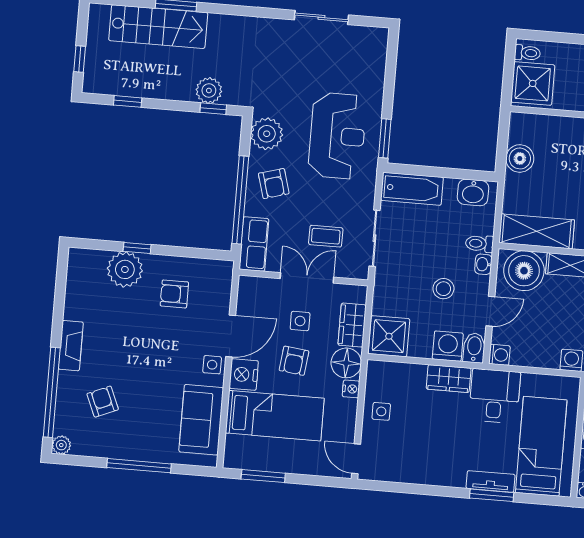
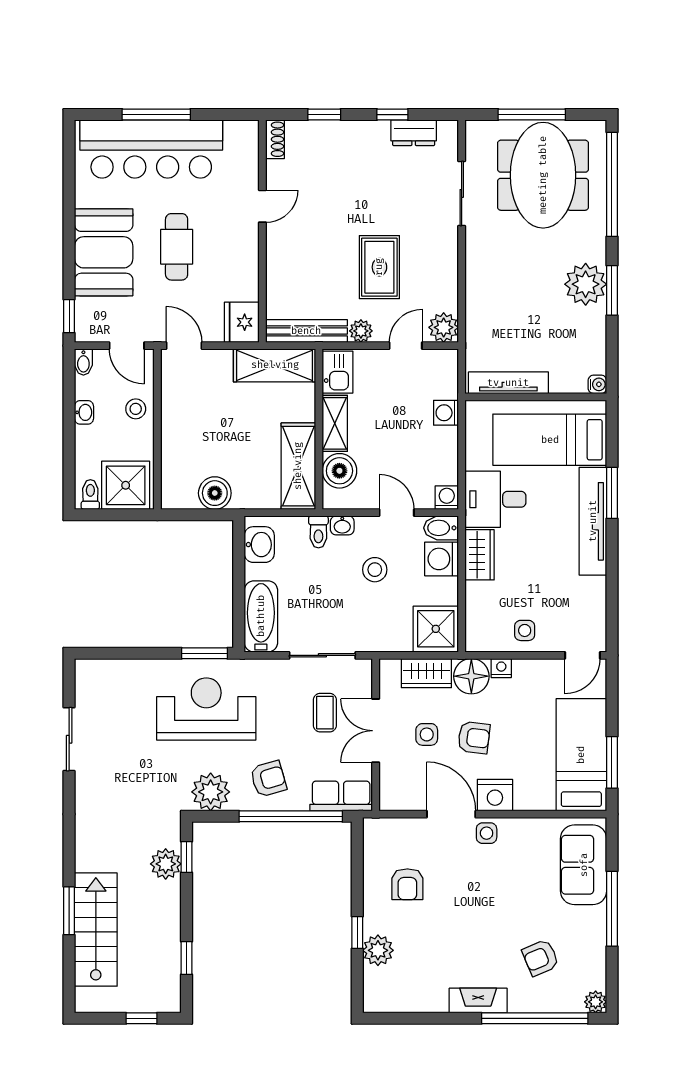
plant: (125, 269) -> (378, 950), width x0.73, depth x0.73
boiler: (524, 271) -> (339, 471), width x0.73, depth x0.73
bed: (275, 416) -> (581, 755), moved
sofa: (201, 420) -> (584, 865), moved, turned 90
tv unit: (491, 481) -> (593, 521), width x1.92, depth x1.29

